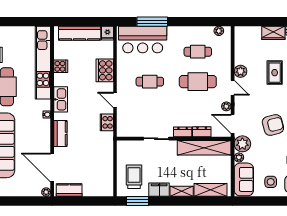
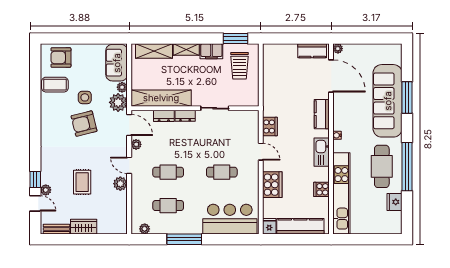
window: (152, 22) -> (184, 239), moved
cafe table: (198, 82) -> (168, 172), width x0.73, depth x0.74
side table: (271, 182) -> (85, 97), moved

